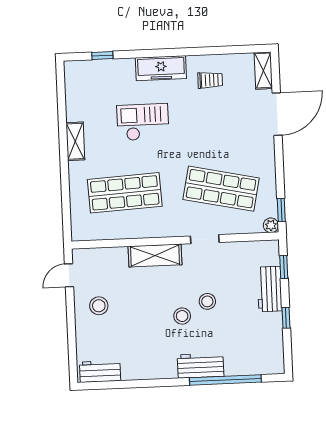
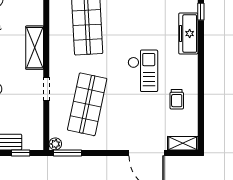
freezer: (161, 68) -> (188, 34), moved
checkout: (143, 122) -> (143, 71), moved
window: (281, 210) -> (68, 153), width x1.50

